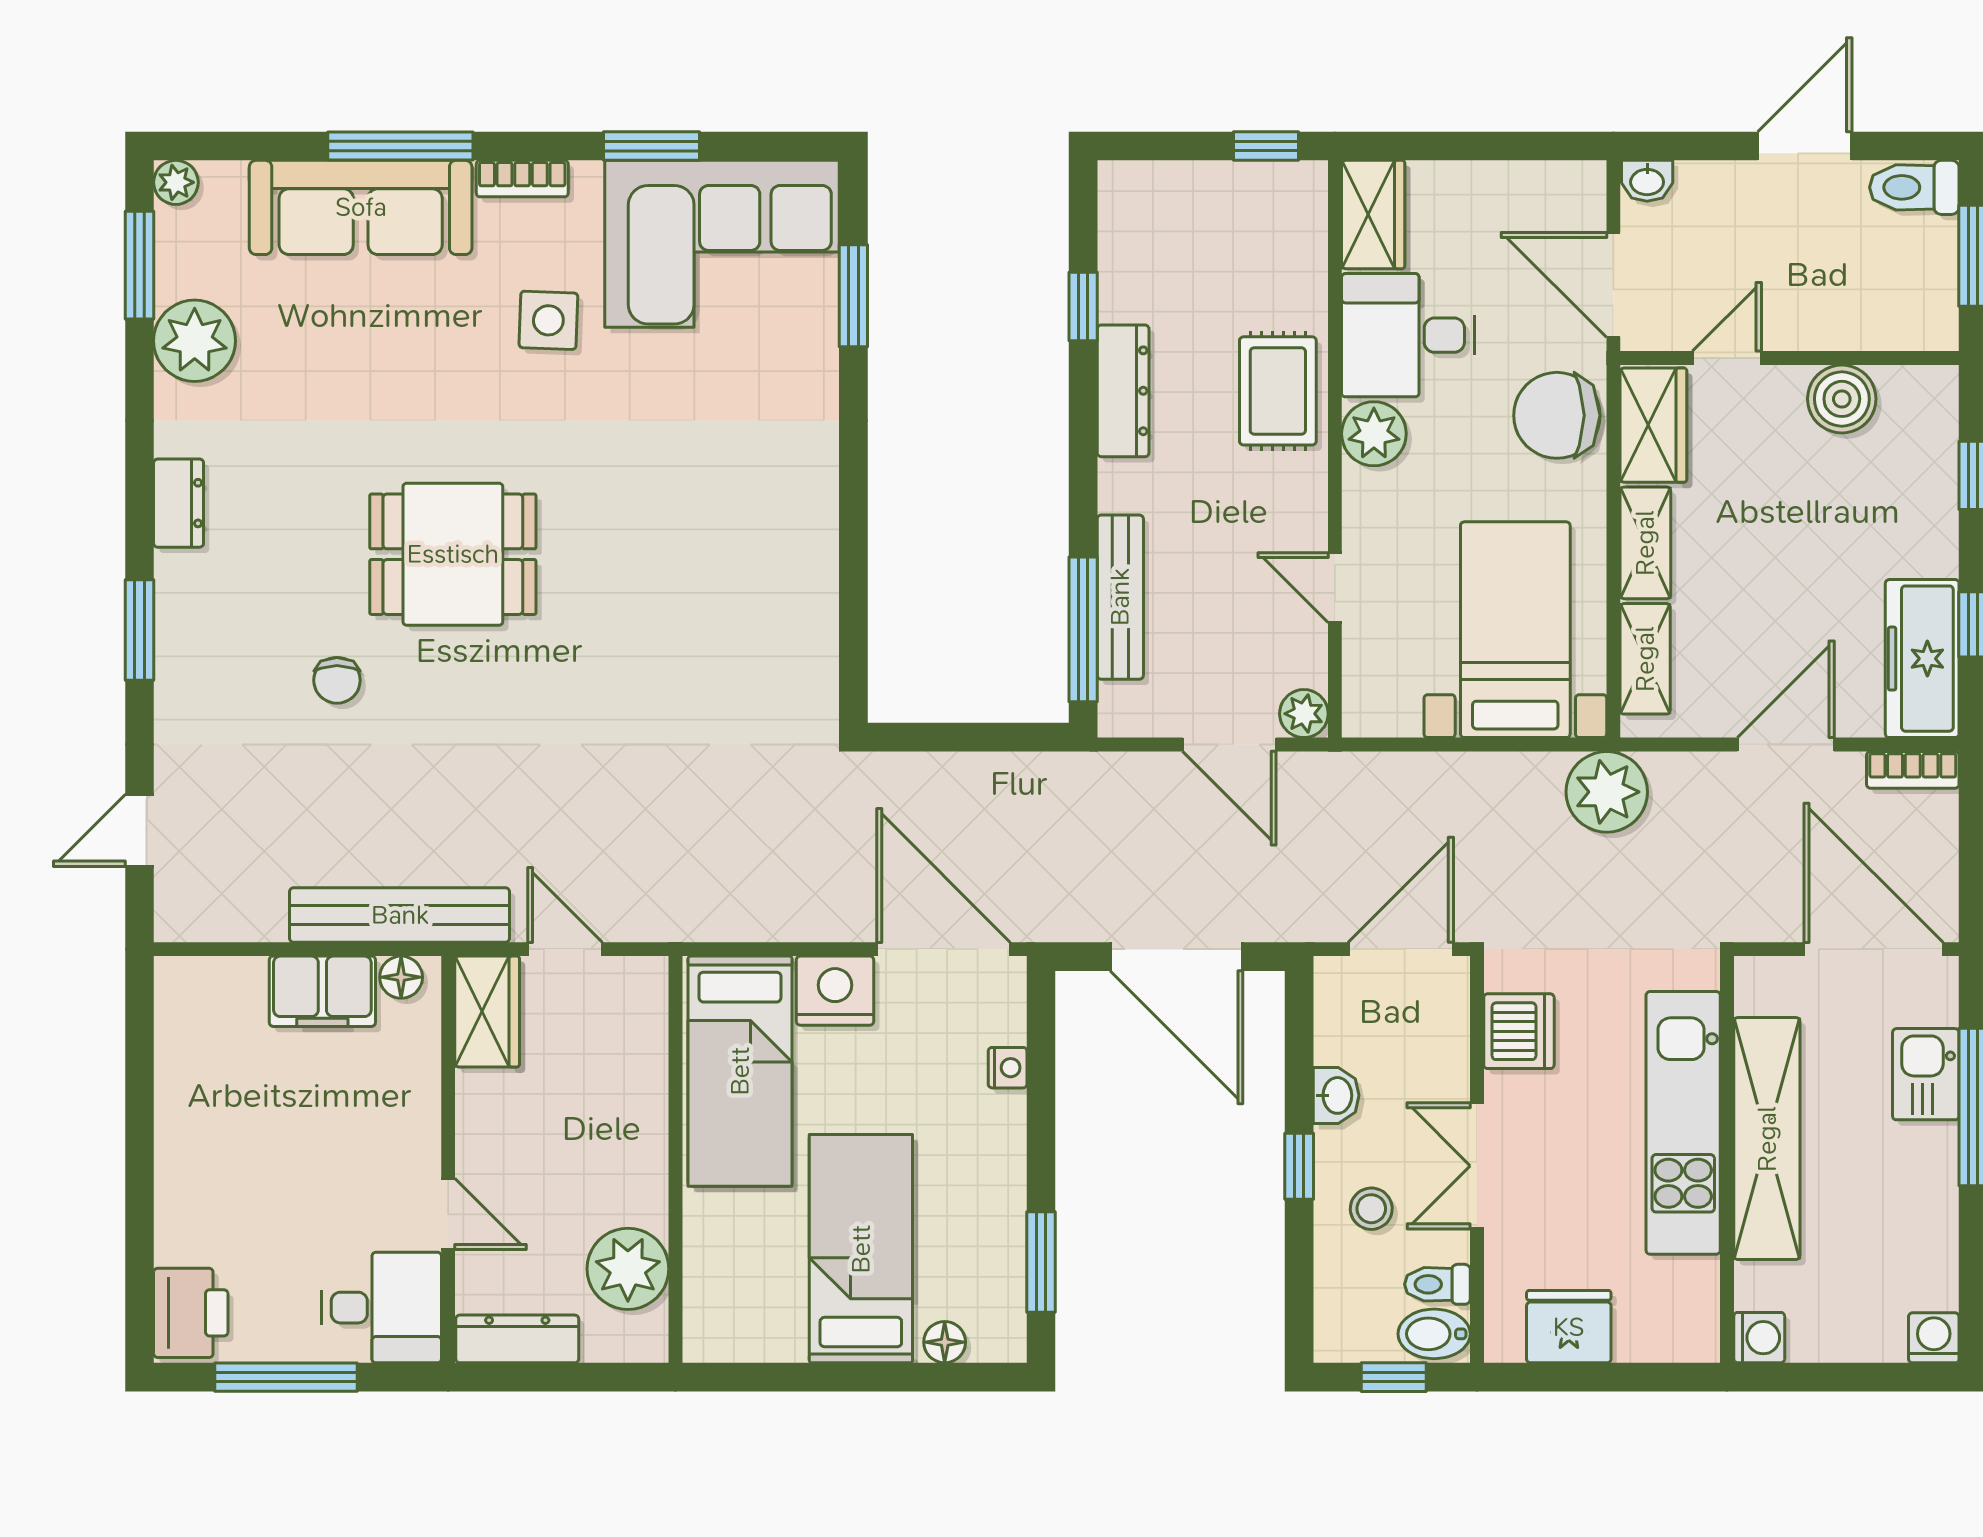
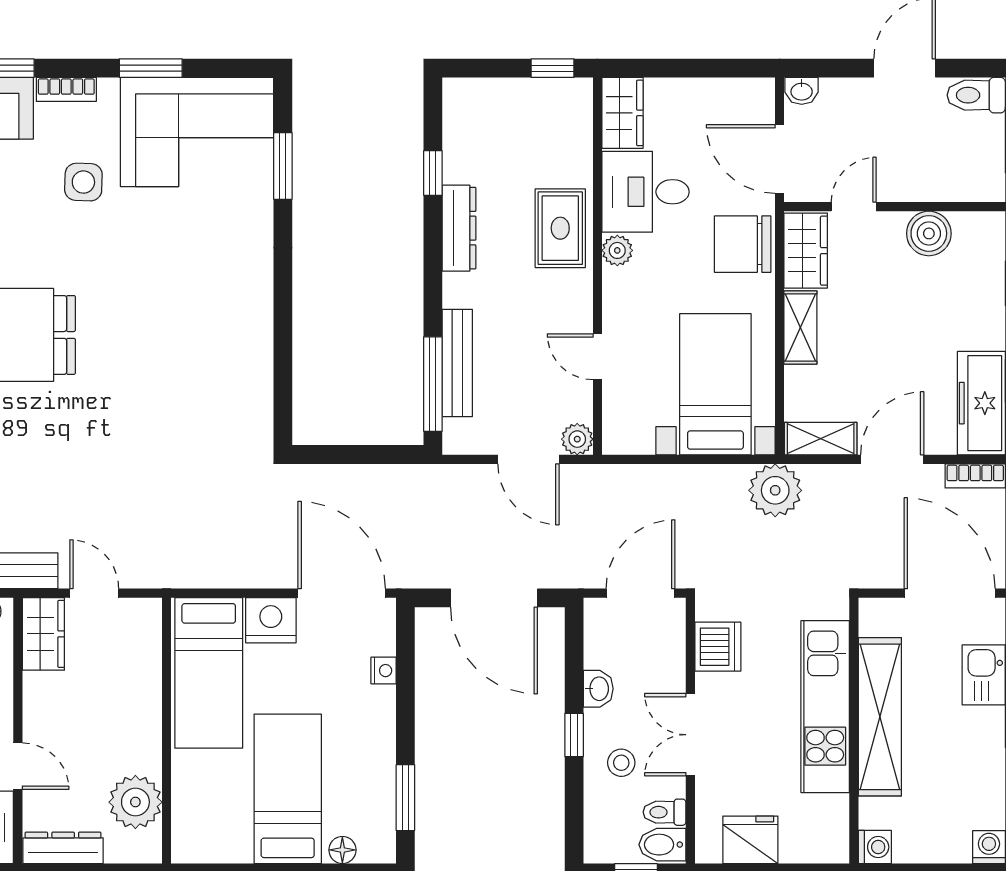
plant: (1374, 434) -> (617, 250), width x0.73, depth x0.73
shelving: (1645, 659) -> (821, 439), moved, turned 90

